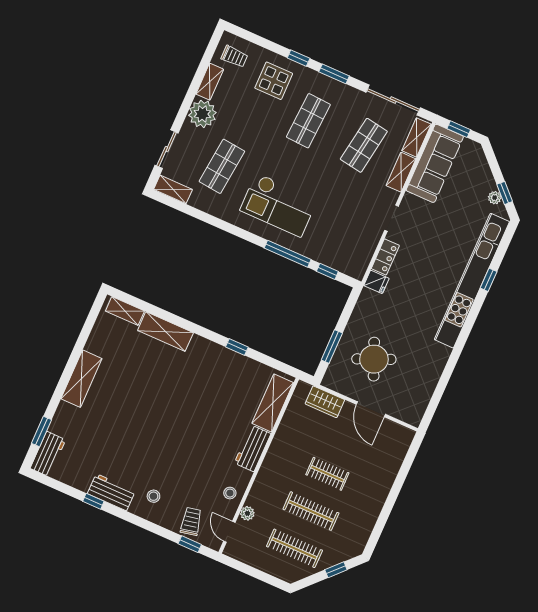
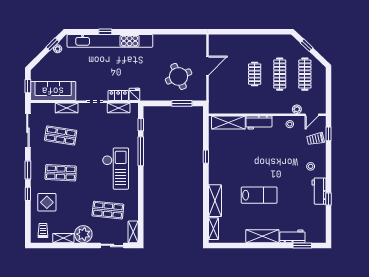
shelving: (416, 137) -> (119, 108), moved
lab bench: (145, 401) -> (259, 195), added
wardrobe: (325, 402) -> (215, 93), removed
workbench: (48, 454) -> (292, 236), moved

